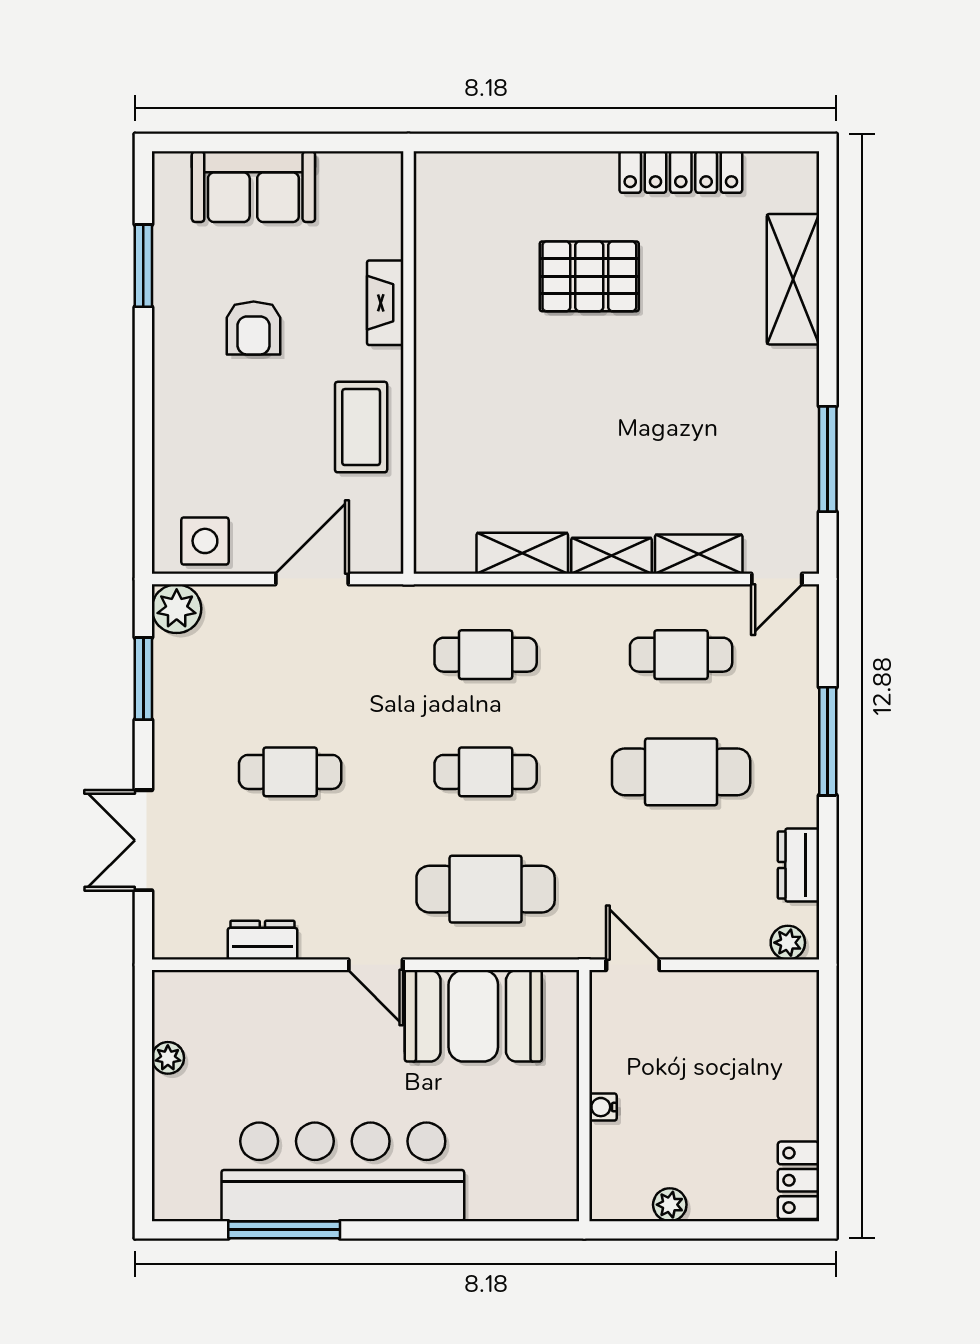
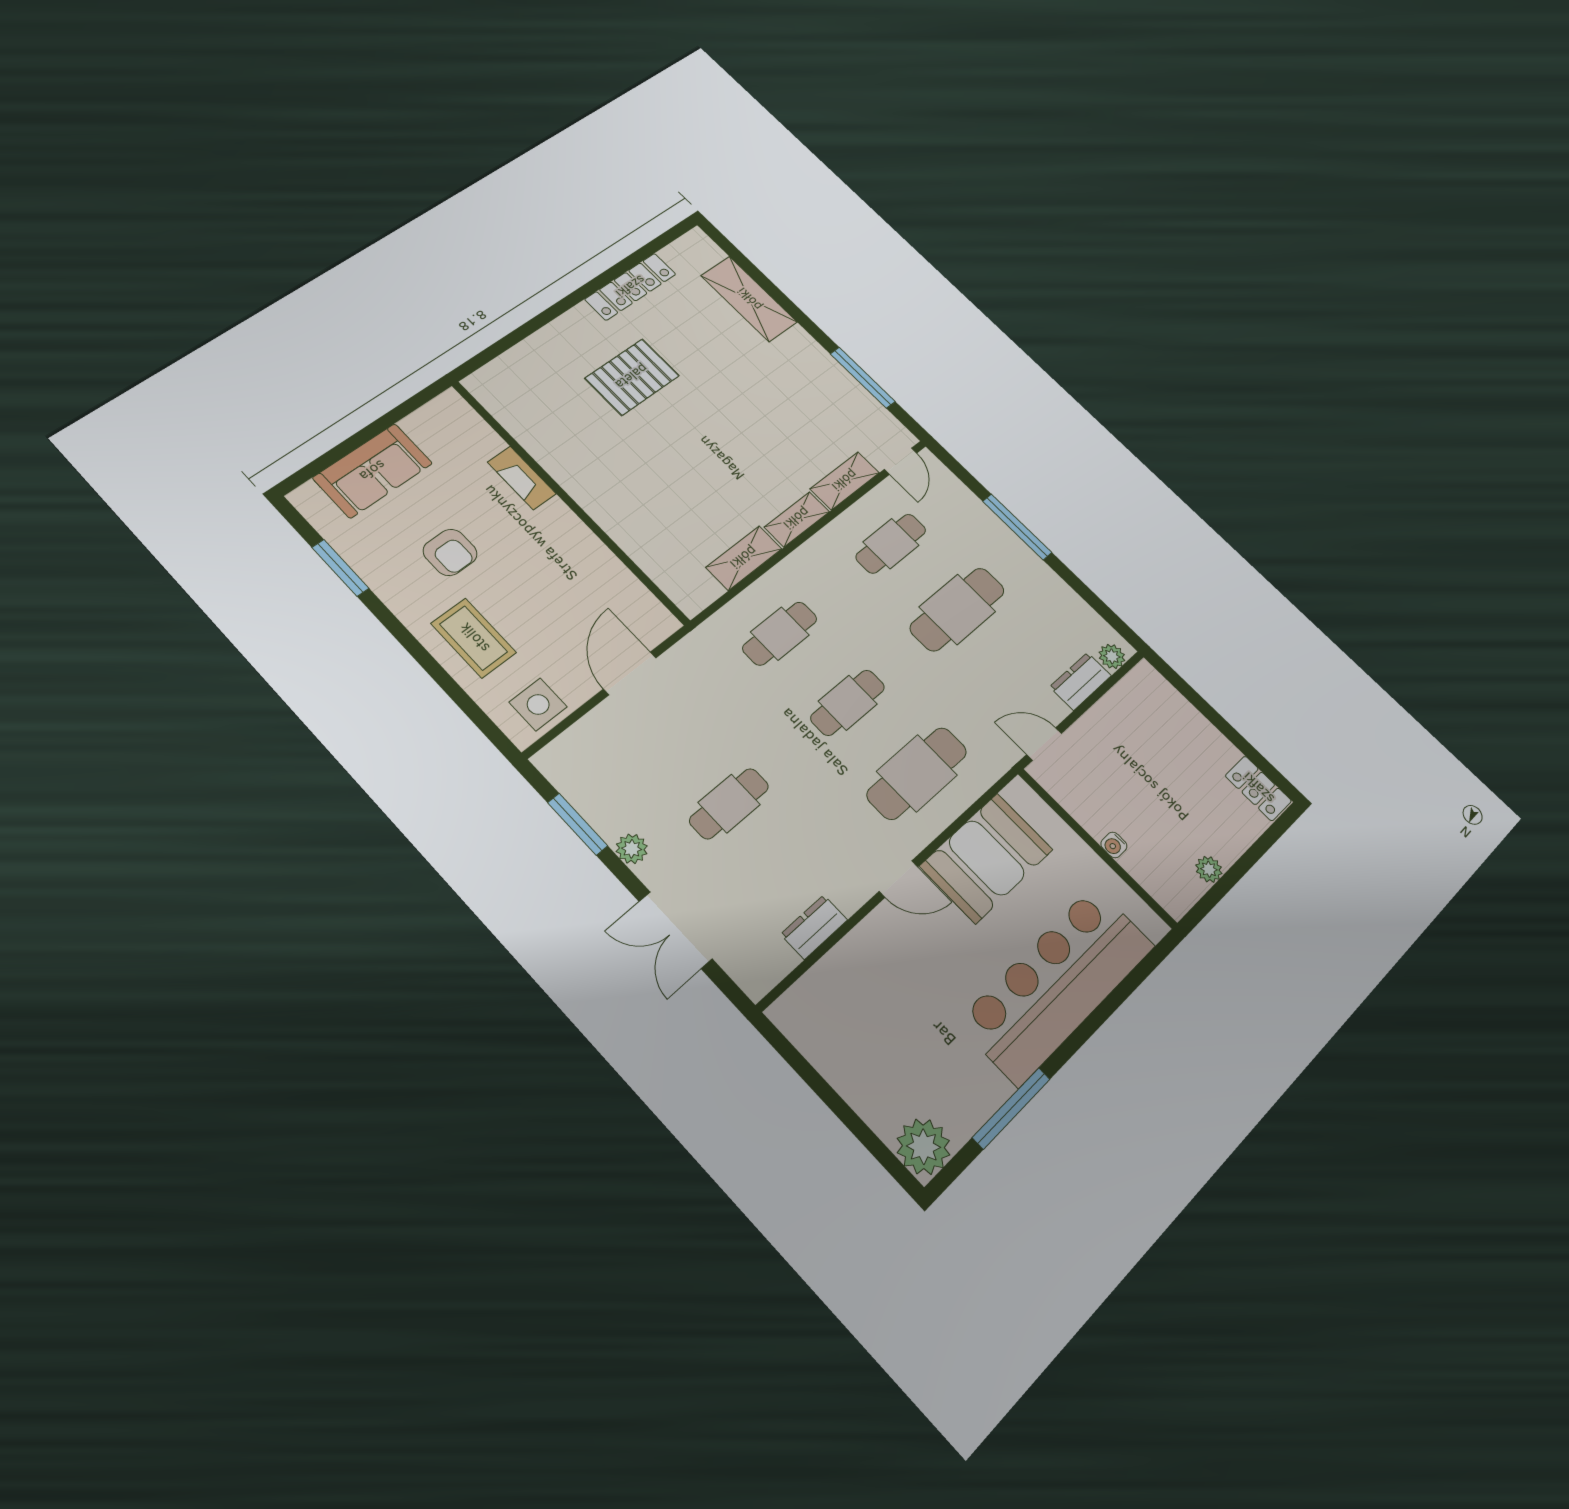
coffee table: (361, 427) -> (474, 638), moved
plant: (177, 609) -> (632, 849), moved, width x0.73, depth x0.73
dresser: (799, 865) -> (1080, 681), moved, turned 90
plant: (168, 1058) -> (923, 1147), moved, width x1.88, depth x1.88
bar counter: (343, 1172) -> (1057, 983), moved

